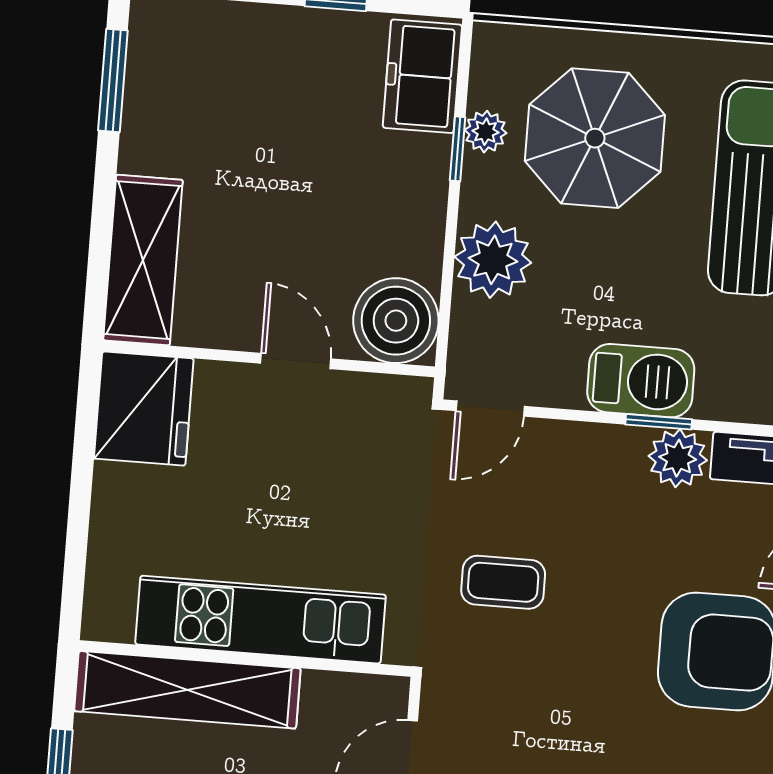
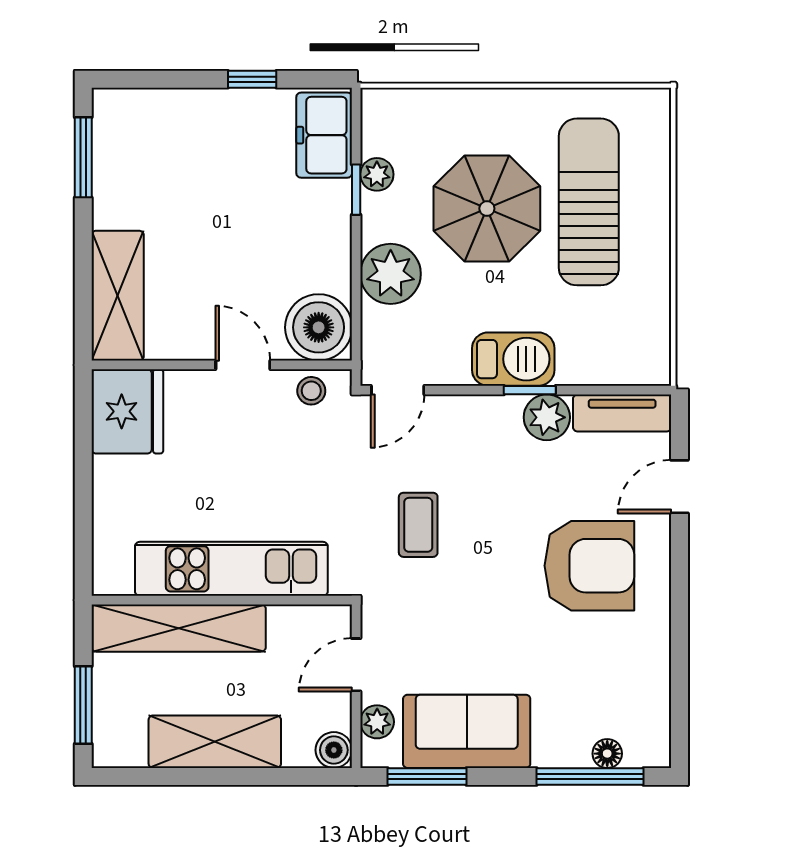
parasol: (595, 138) -> (487, 209), moved
stool: (380, 401) -> (311, 391), added
coffee table: (503, 582) -> (418, 525), turned 90

